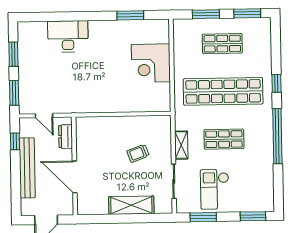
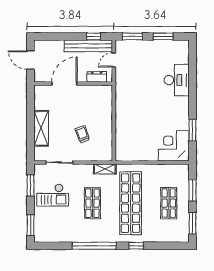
corner desk: (151, 63) -> (174, 146), moved
shelving: (181, 145) -> (105, 169), moved
bench: (27, 168) -> (88, 46), moved
checkout: (215, 189) -> (53, 195), turned 180

